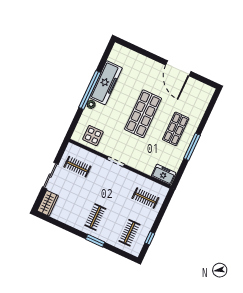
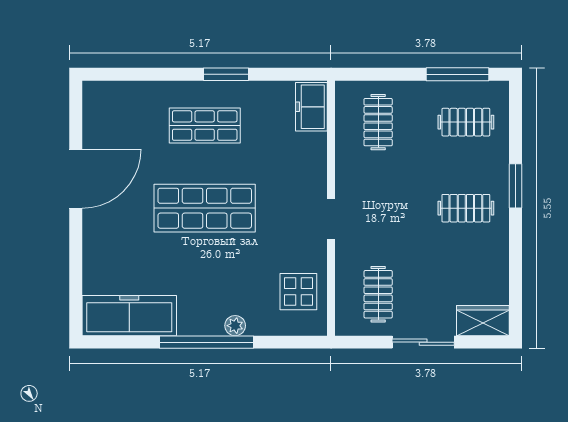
freezer: (106, 83) -> (129, 316), moved
window: (192, 147) -> (226, 74), width x0.69
window: (150, 238) -> (458, 74), width x2.17

